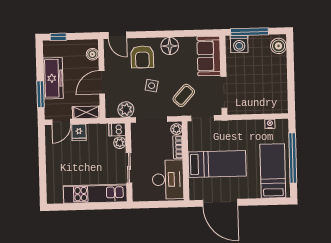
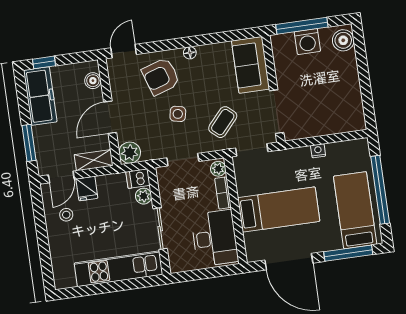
door: (117, 35) -> (124, 51), swing flipped
washing machine: (239, 44) -> (307, 42), moved
floor lamp: (170, 46) -> (190, 53), width x0.53, depth x0.53
armchair: (142, 57) -> (161, 76), turned 72
freezer: (53, 78) -> (40, 96), moved
plant: (126, 110) -> (130, 153), moved
doorway: (151, 119) -> (183, 160), width x0.73
nightstand: (270, 124) -> (318, 151), moved
stool: (62, 150) -> (66, 215), added
window: (264, 202) -> (348, 253), added

